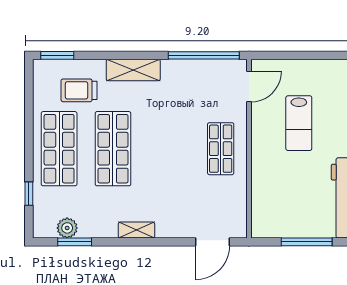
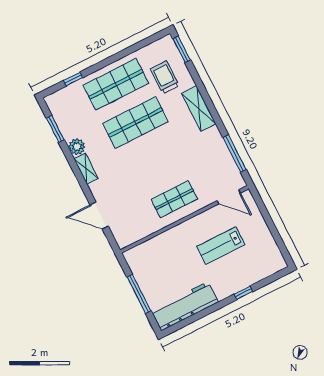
window: (204, 55) -> (235, 153), width x0.68
plant: (67, 228) -> (77, 147), moved
door: (212, 242) -> (99, 216), moved

